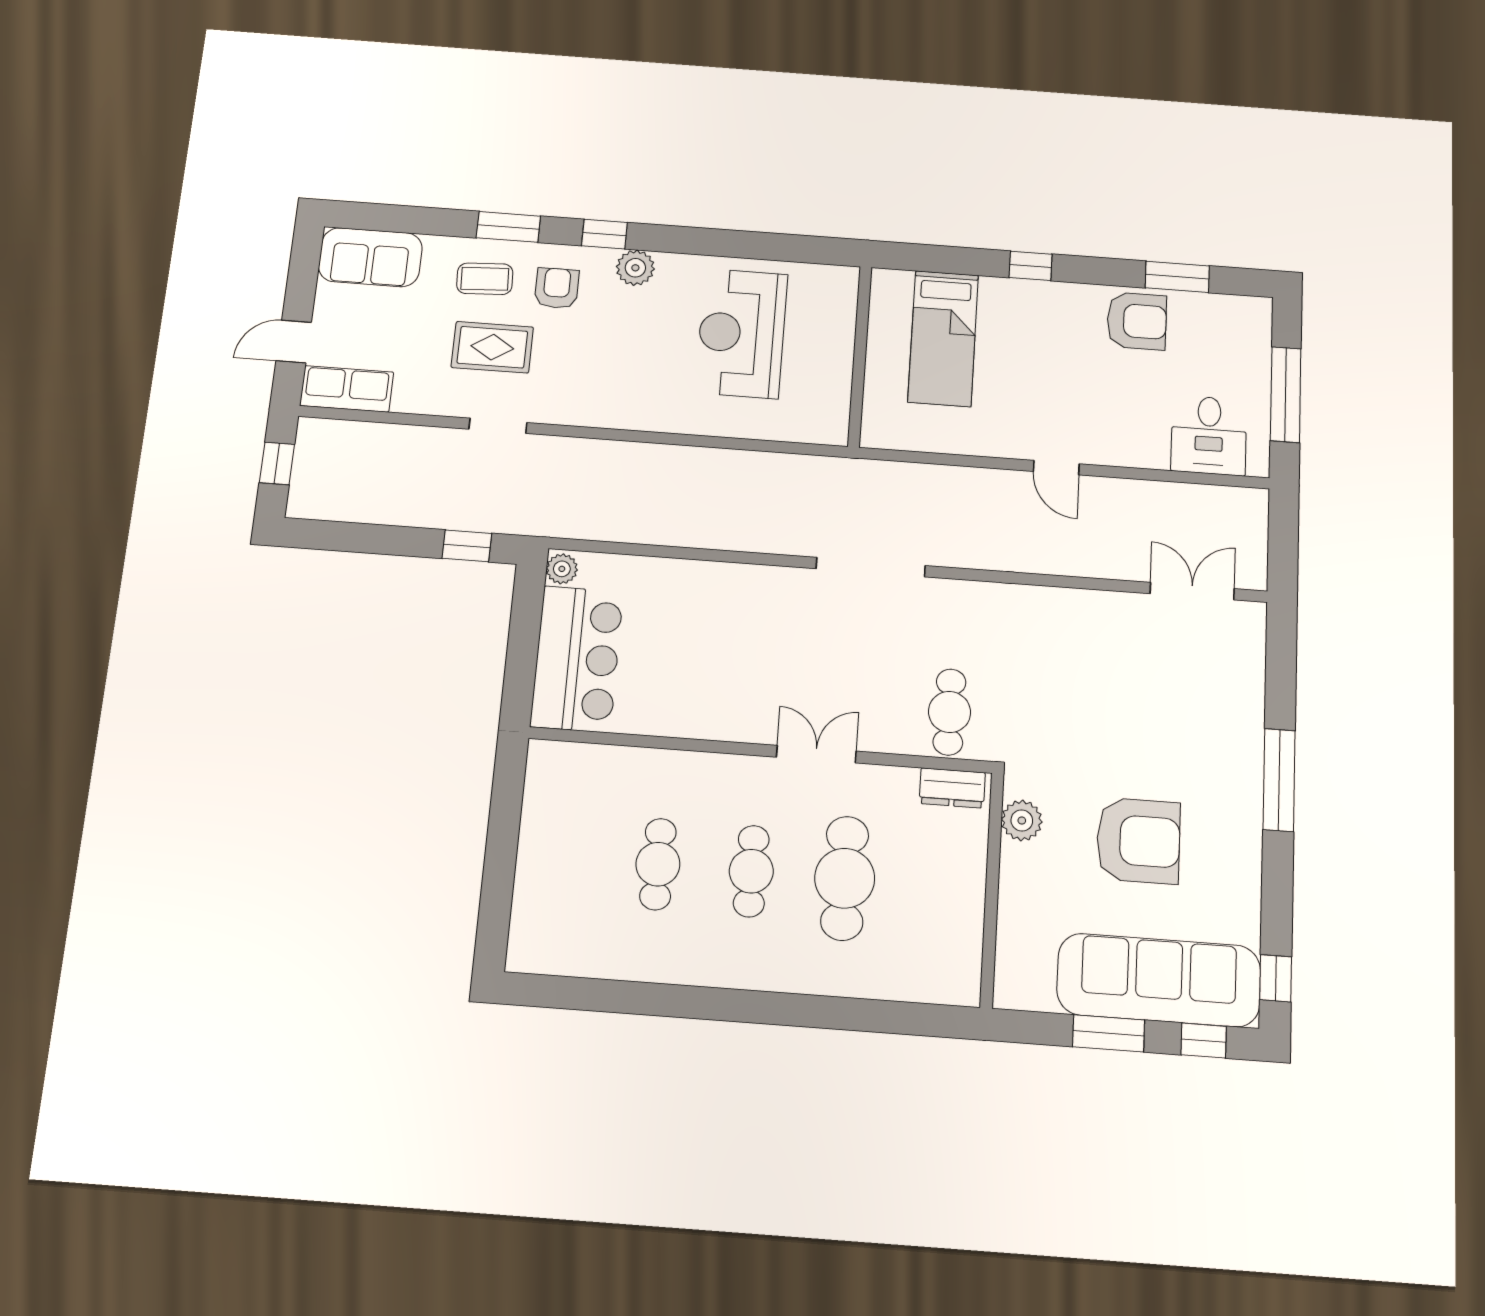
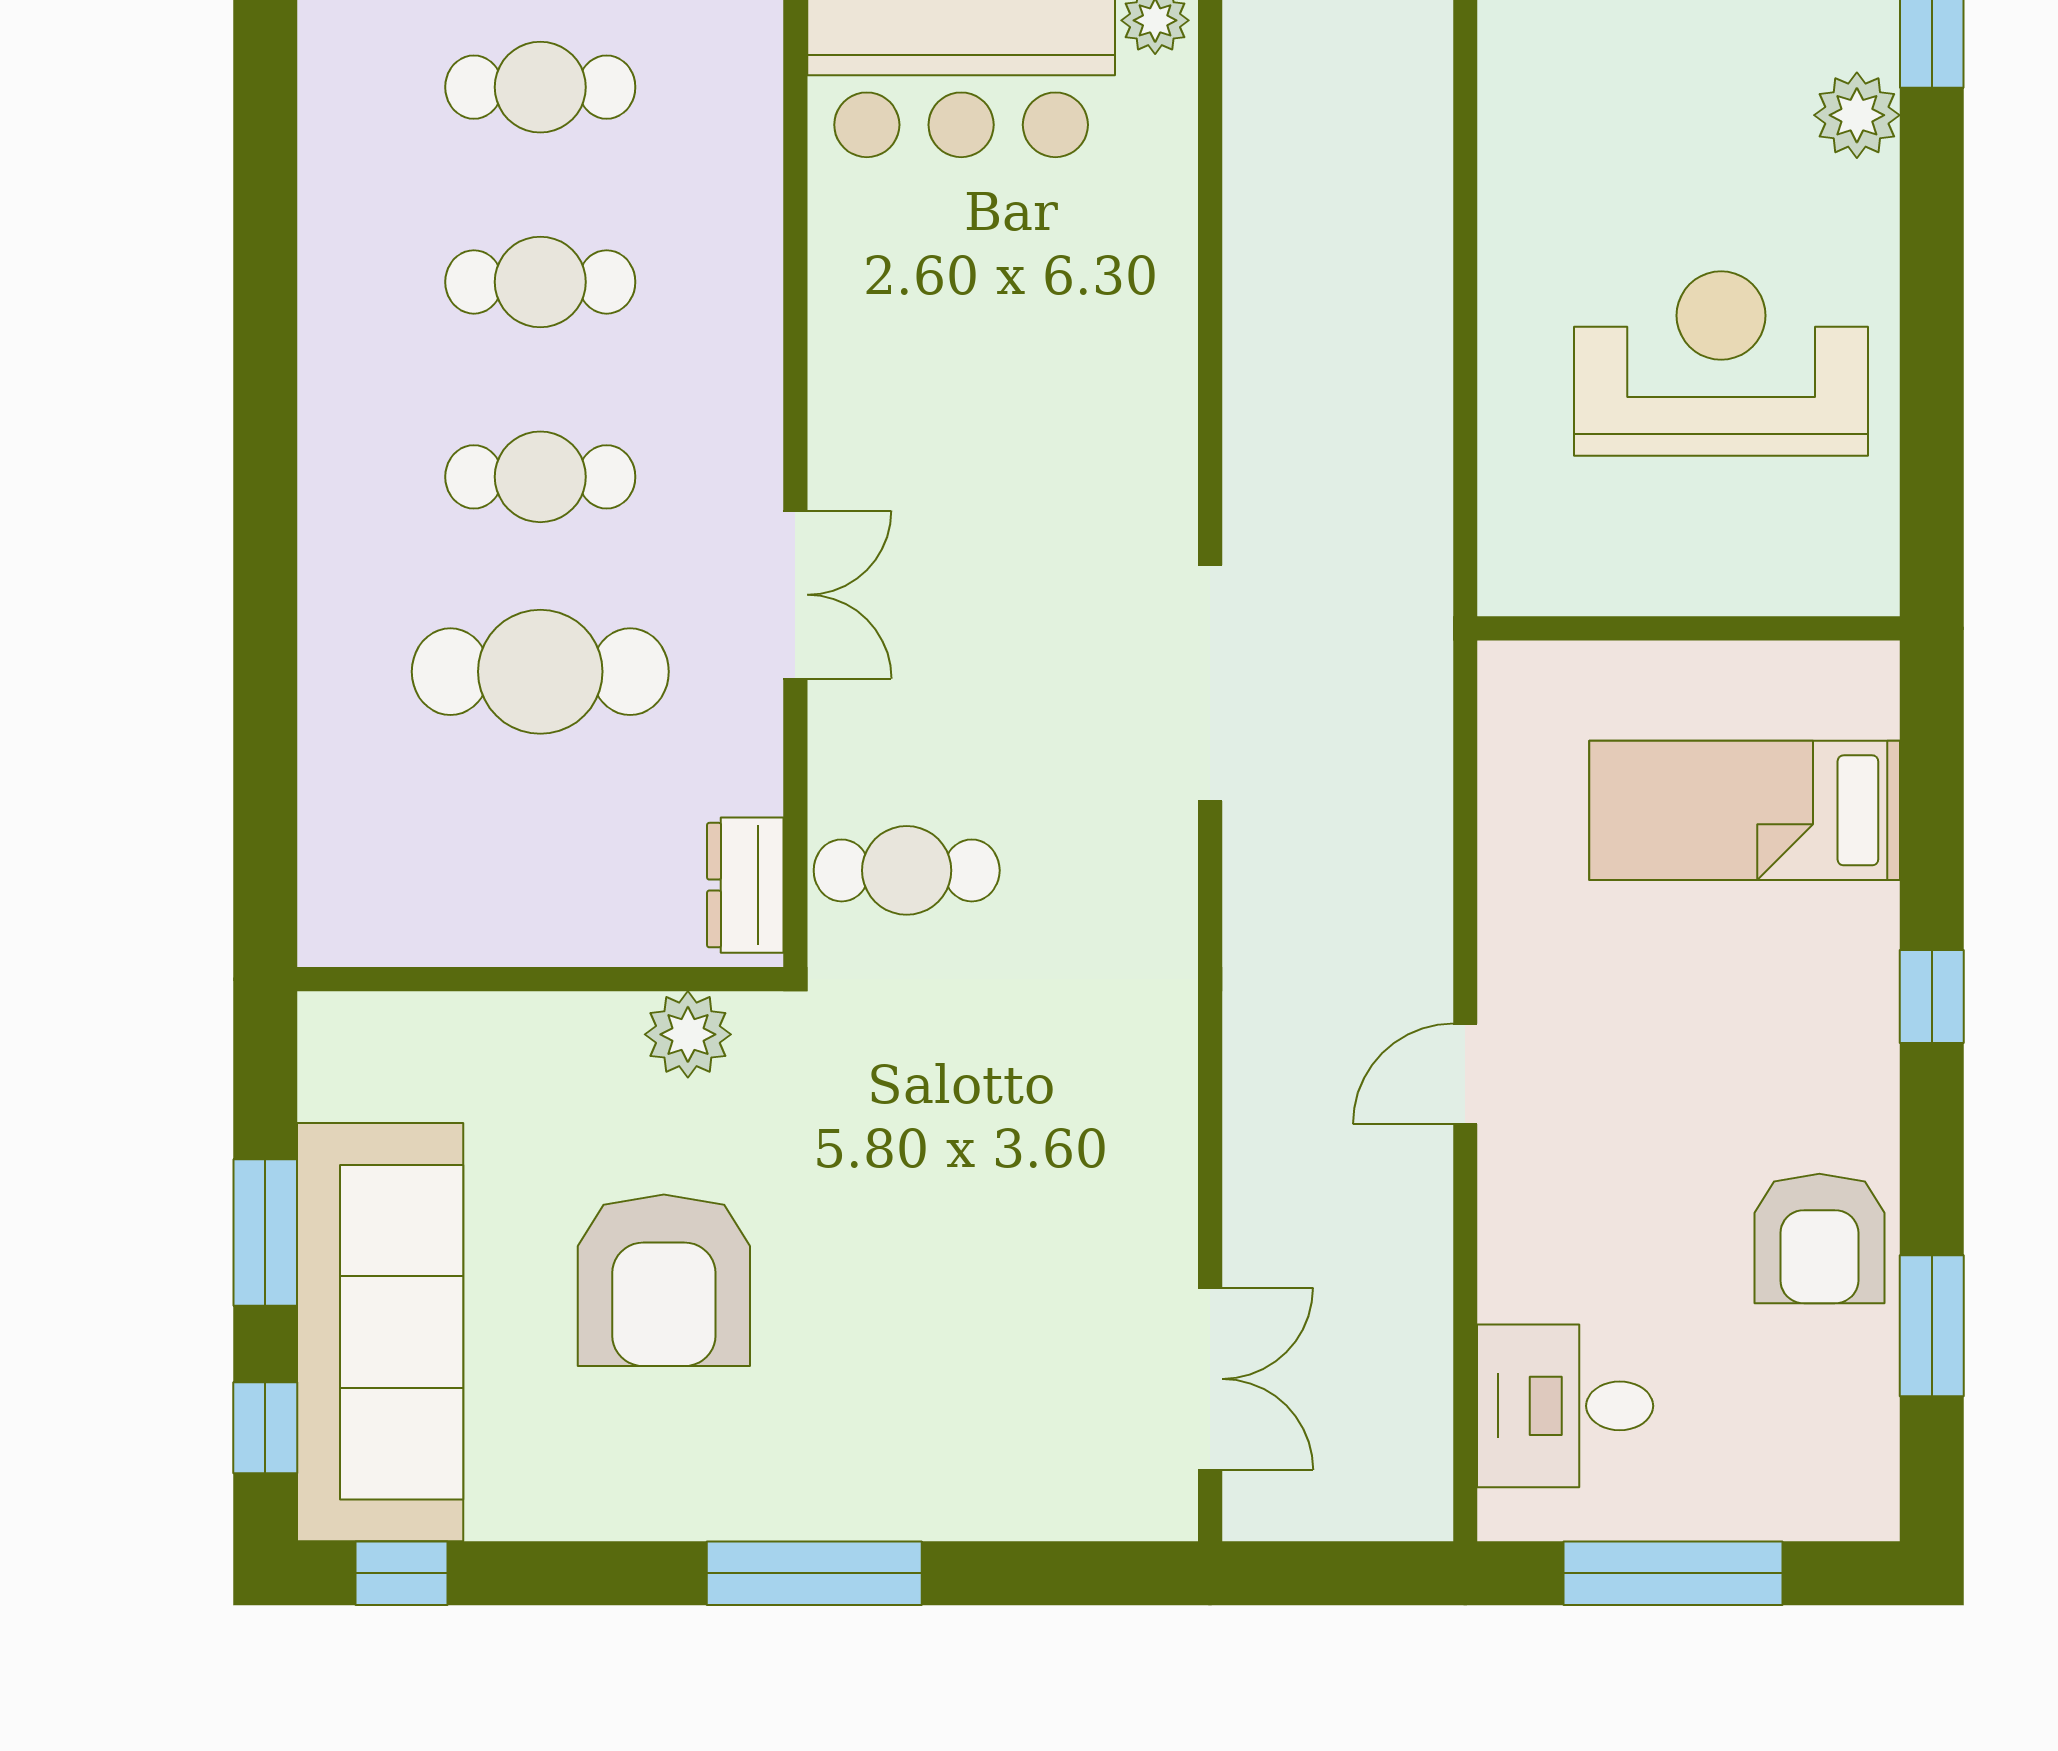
cafe table: (565, 857) -> (540, 87), added

